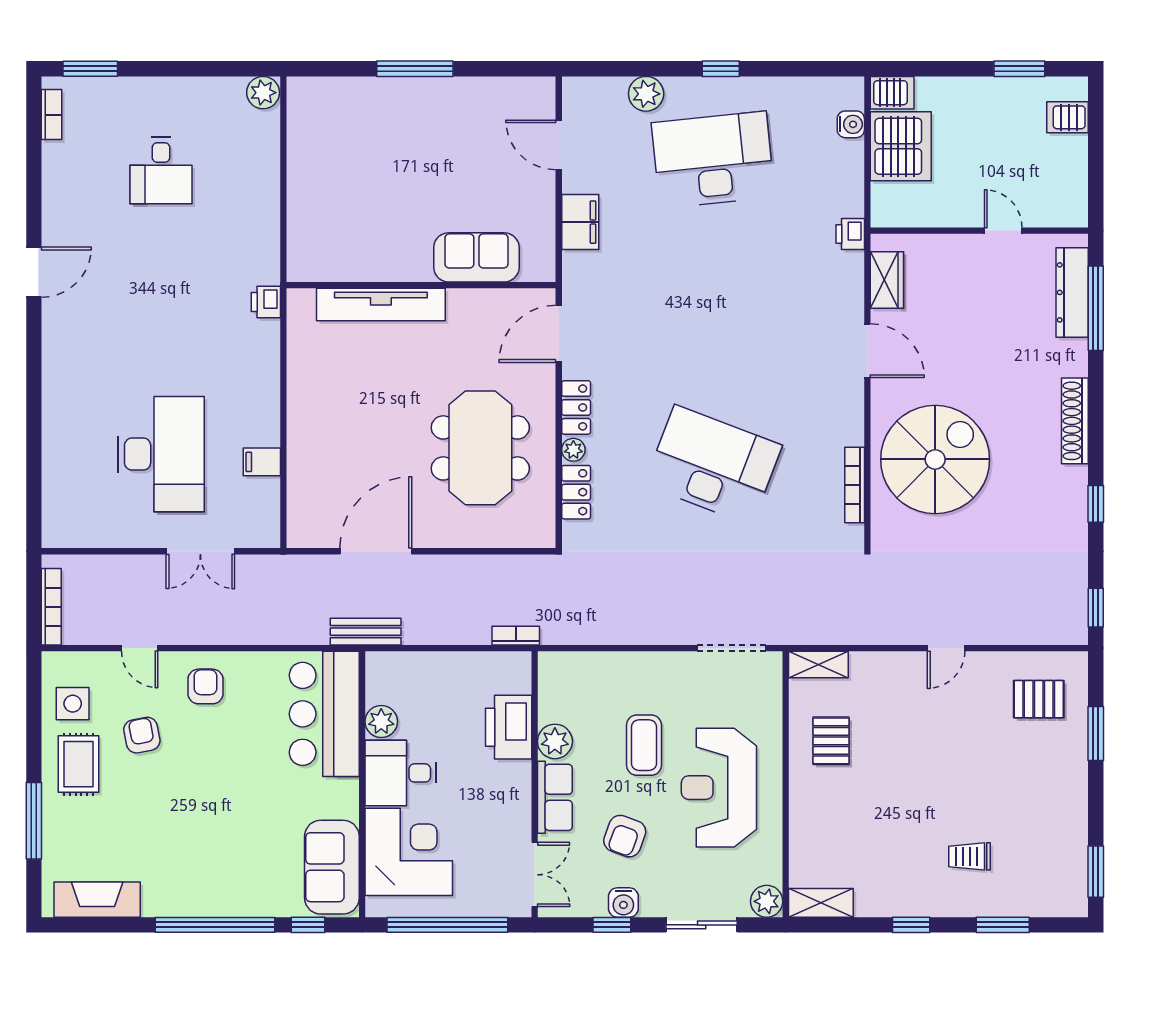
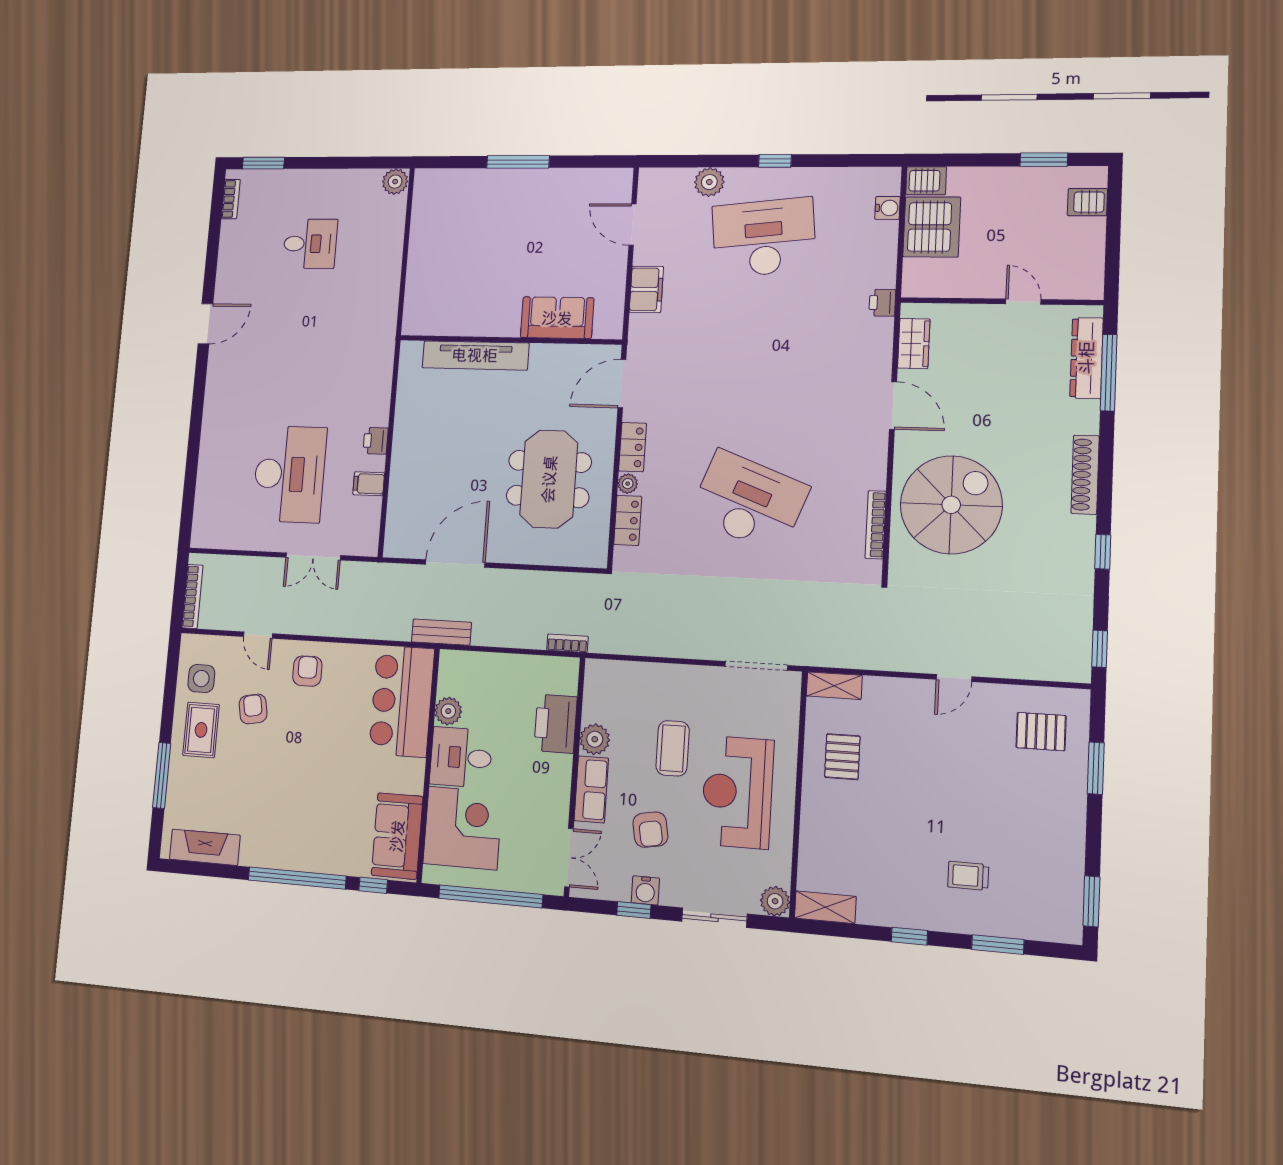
desk: (161, 170) -> (310, 244), turned -90
printer: (266, 302) -> (376, 441), moved
armchair: (625, 836) -> (650, 830), turned -30

